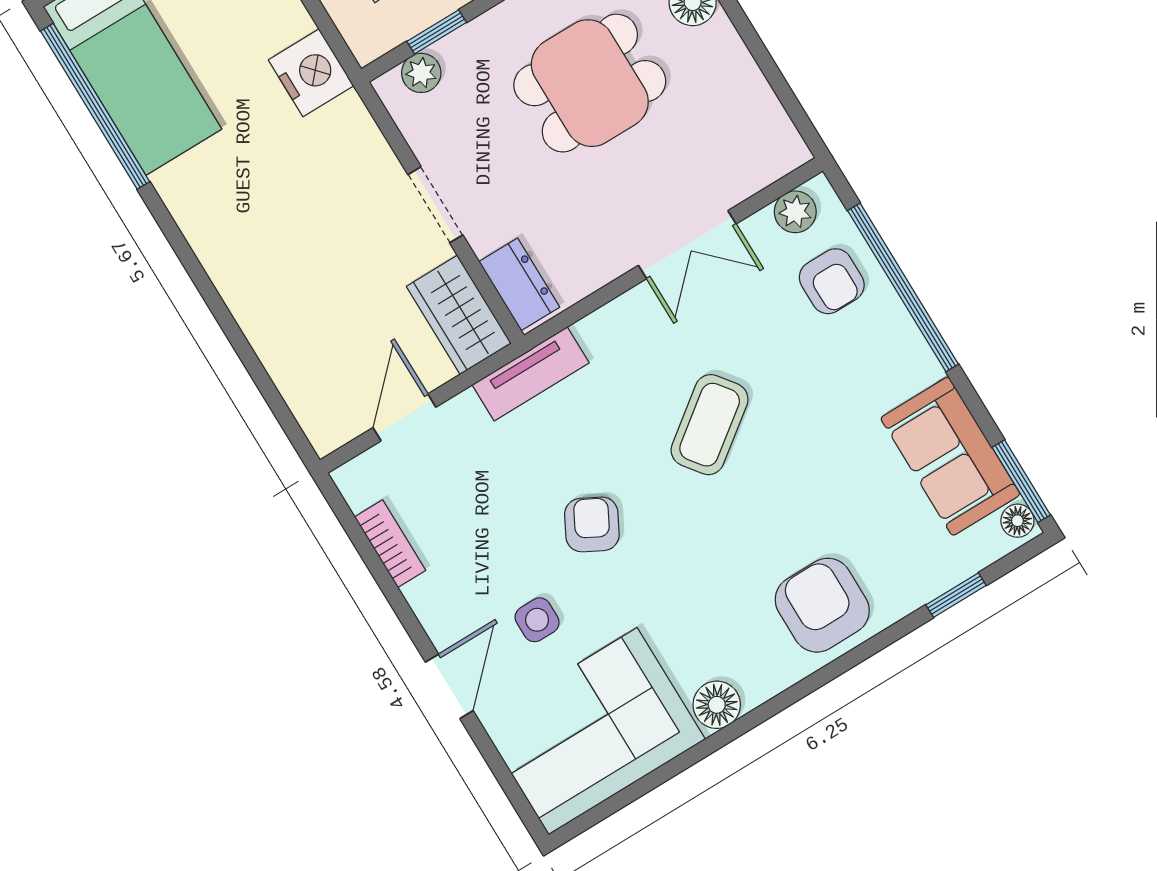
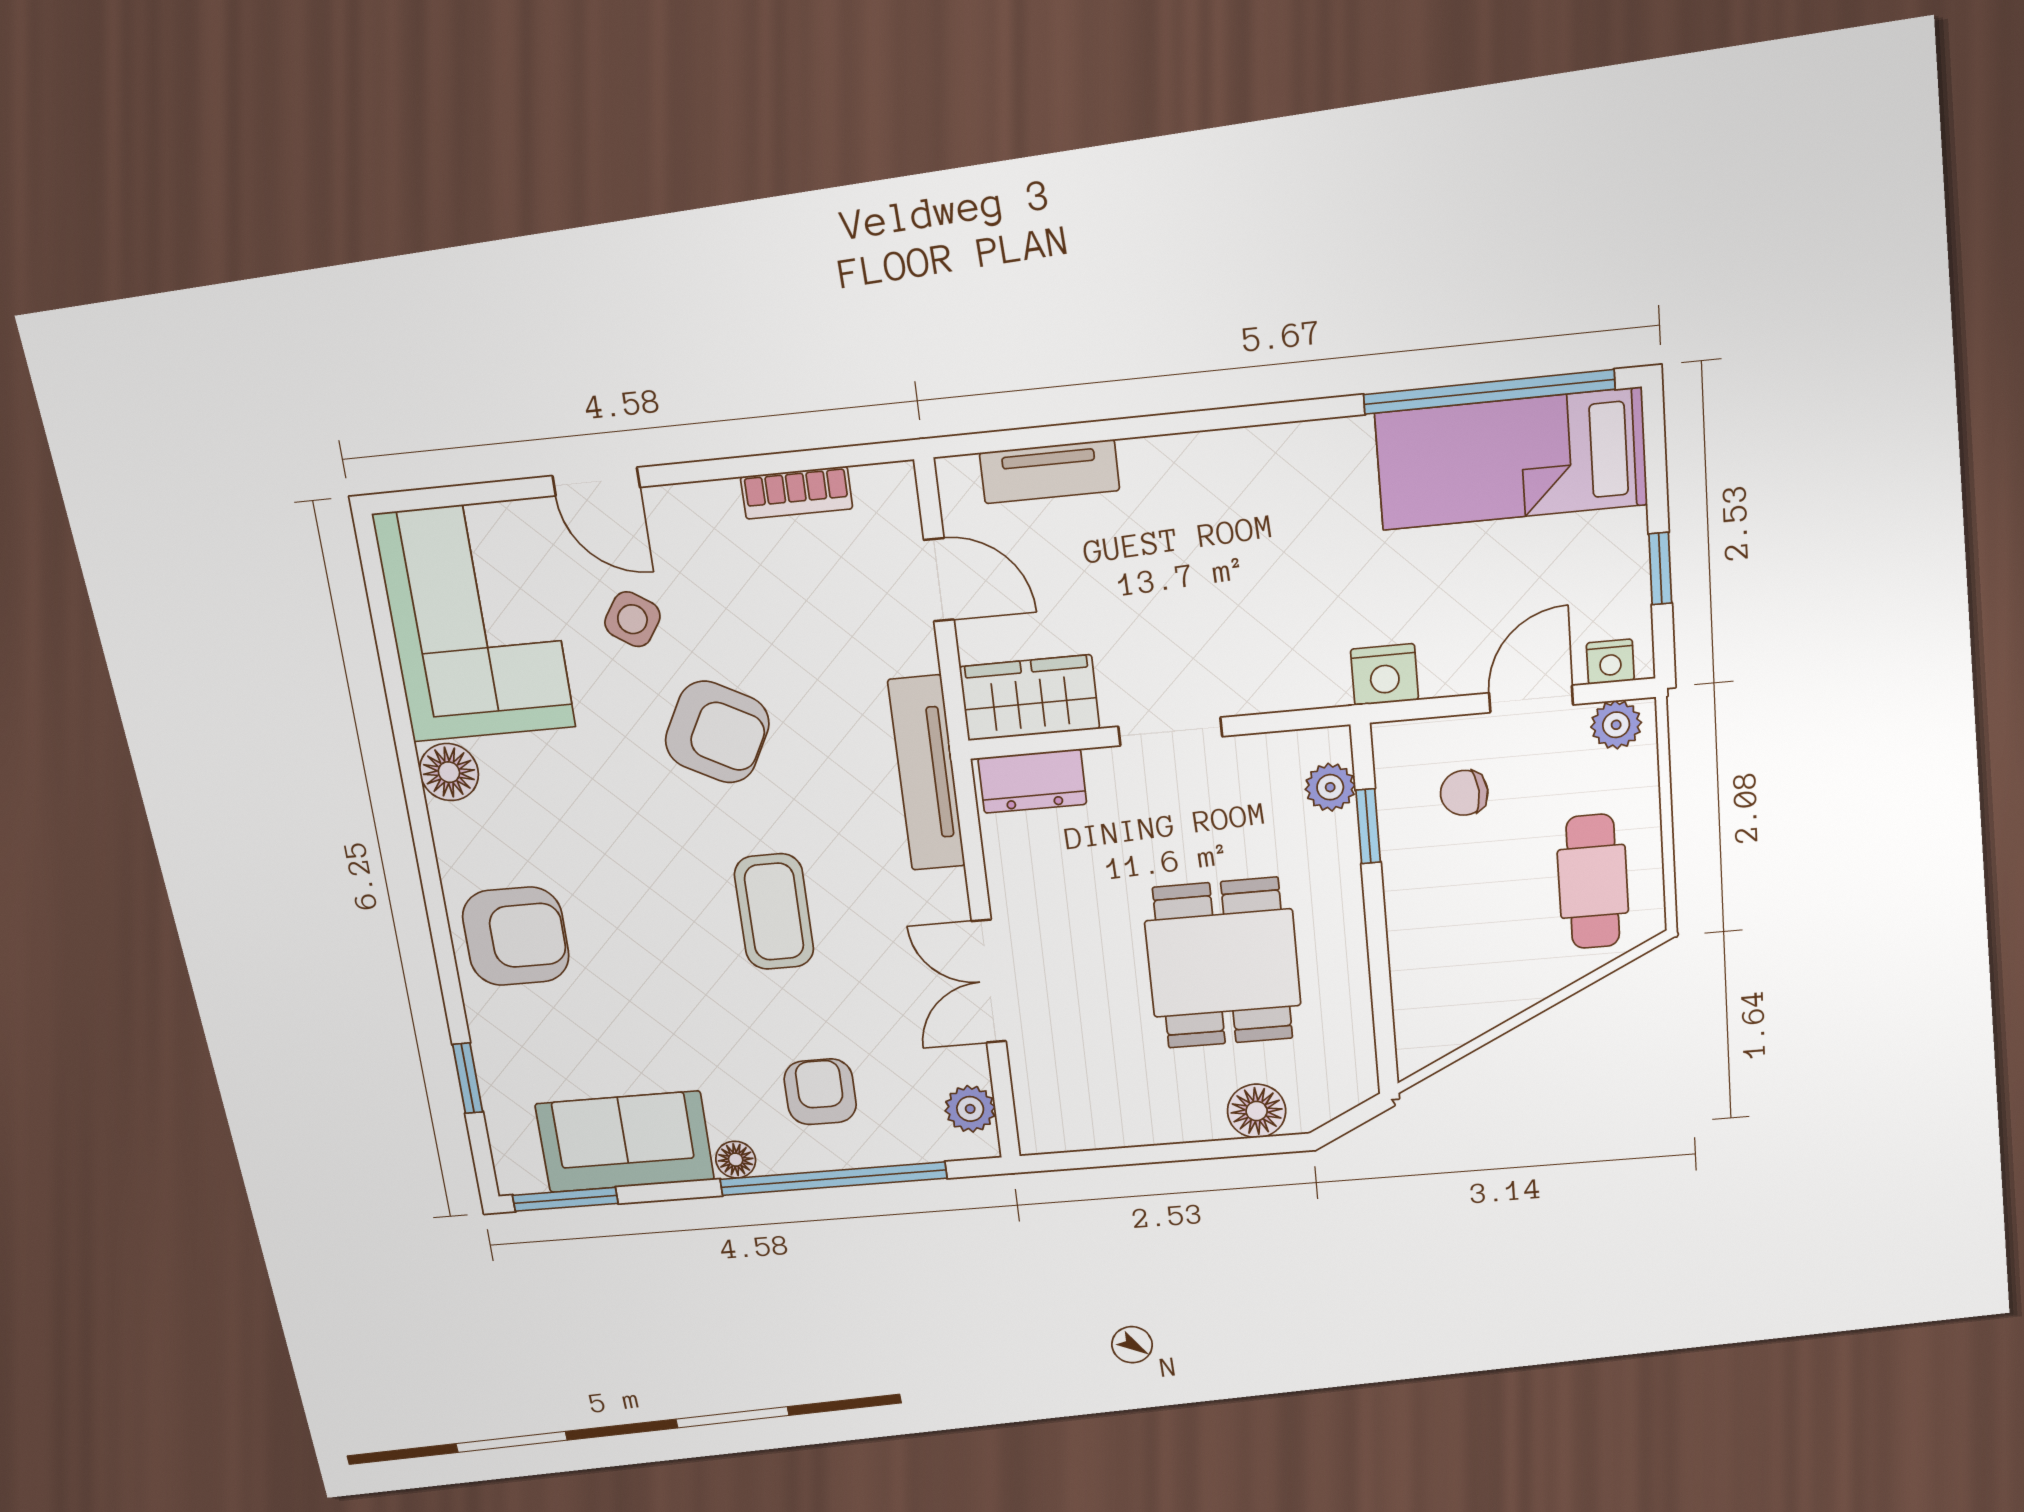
nightstand: (311, 73) -> (1384, 675), width x0.74, depth x0.75
armchair: (832, 281) -> (820, 1092), moved, turned 90
tv unit: (531, 374) -> (927, 773), width x1.41
tv unit: (291, 376) -> (1049, 472), added
coffee table: (710, 425) -> (774, 912), turned 37
floor lamp: (1017, 521) -> (736, 1160), moved
armchair: (592, 524) -> (717, 732), width x1.38, depth x1.38
side table: (537, 620) -> (632, 619), turned 34

